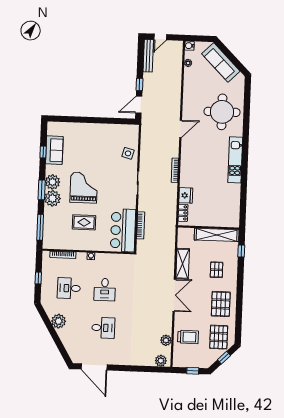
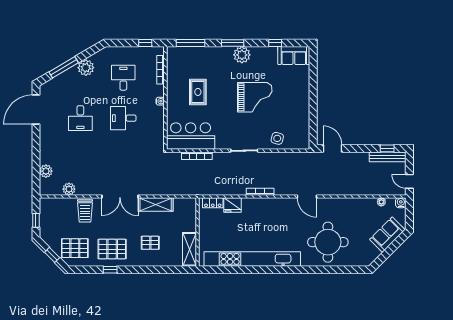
door: (160, 37) -> (409, 181), moved
sofa: (221, 62) -> (387, 235), width x0.73
window: (140, 84) -> (387, 148), moved
sofa: (54, 150) -> (294, 56), moved
kitchen unit: (235, 160) -> (252, 259), width x1.86
grand piano: (84, 188) -> (255, 97), moved
plant: (52, 198) -> (223, 55), removed
shelving: (217, 235) -> (190, 249), width x0.68
window: (241, 251) -> (110, 270), moved
window: (38, 278) -> (145, 43), moved
trolley: (188, 337) -> (85, 211), moved
window: (58, 341) -> (64, 67), added
plant: (161, 361) -> (46, 171), moved

